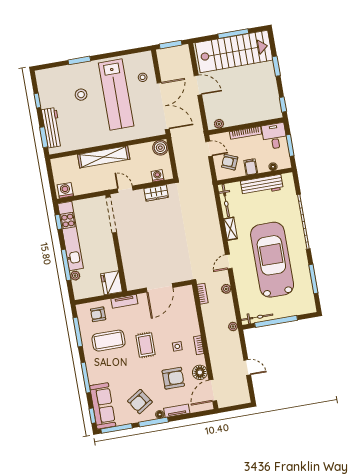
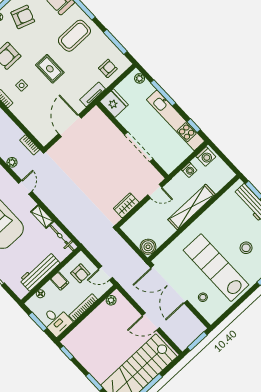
armchair: (230, 162) -> (80, 273), turned 67
washing machine: (157, 176) -> (189, 170), moved
doorway: (111, 215) -> (139, 147), moved
plant: (75, 276) -> (140, 78), moved
coffee table: (109, 341) -> (74, 36), moved
armchair: (140, 402) -> (23, 17), turned 52

